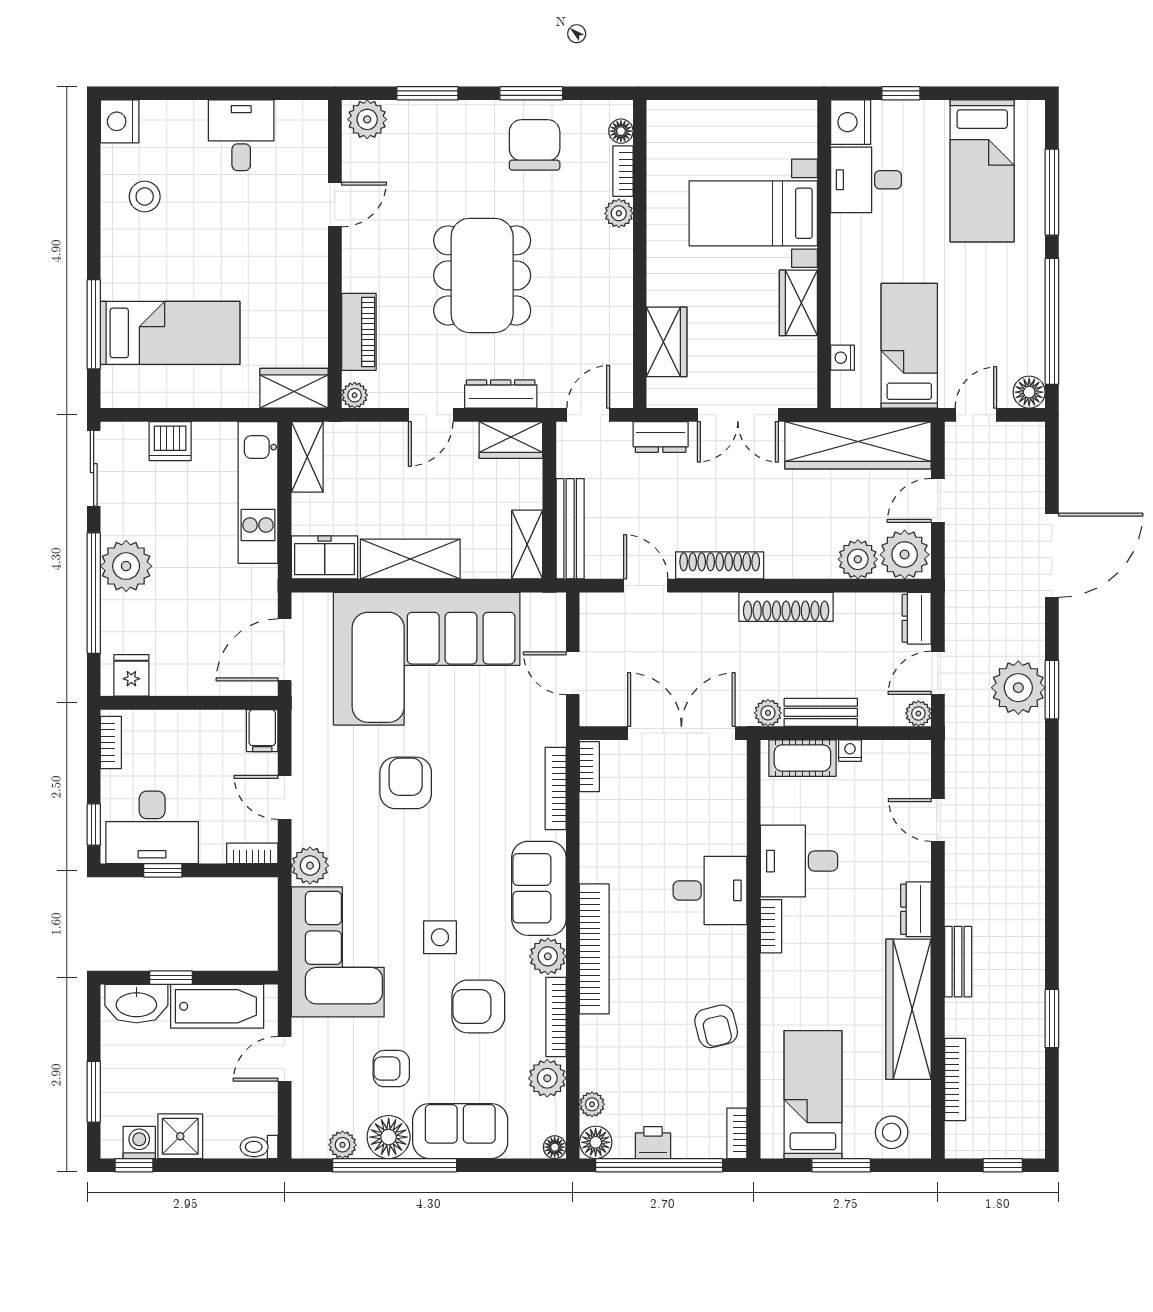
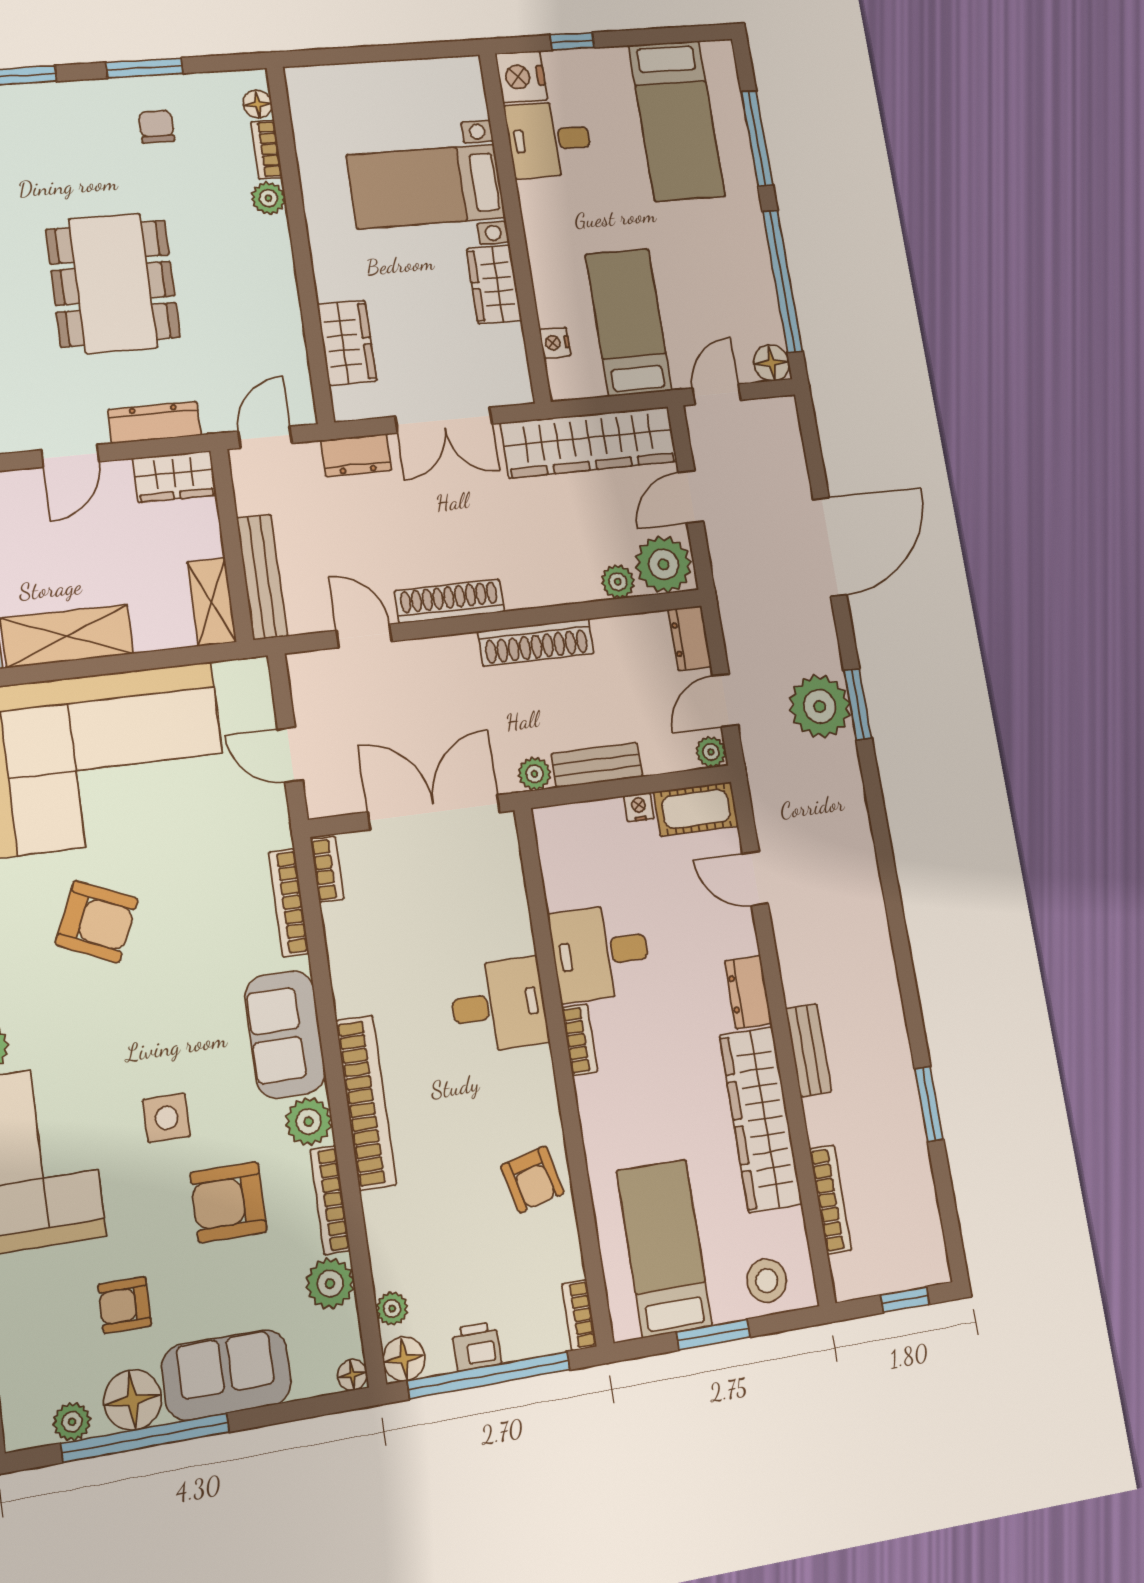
chair: (535, 145) -> (157, 127), width x0.54, depth x0.54
plant: (858, 559) -> (618, 582), width x0.73, depth x0.73
cot: (802, 758) -> (696, 809), moved
armchair: (406, 783) -> (97, 922), turned 114

